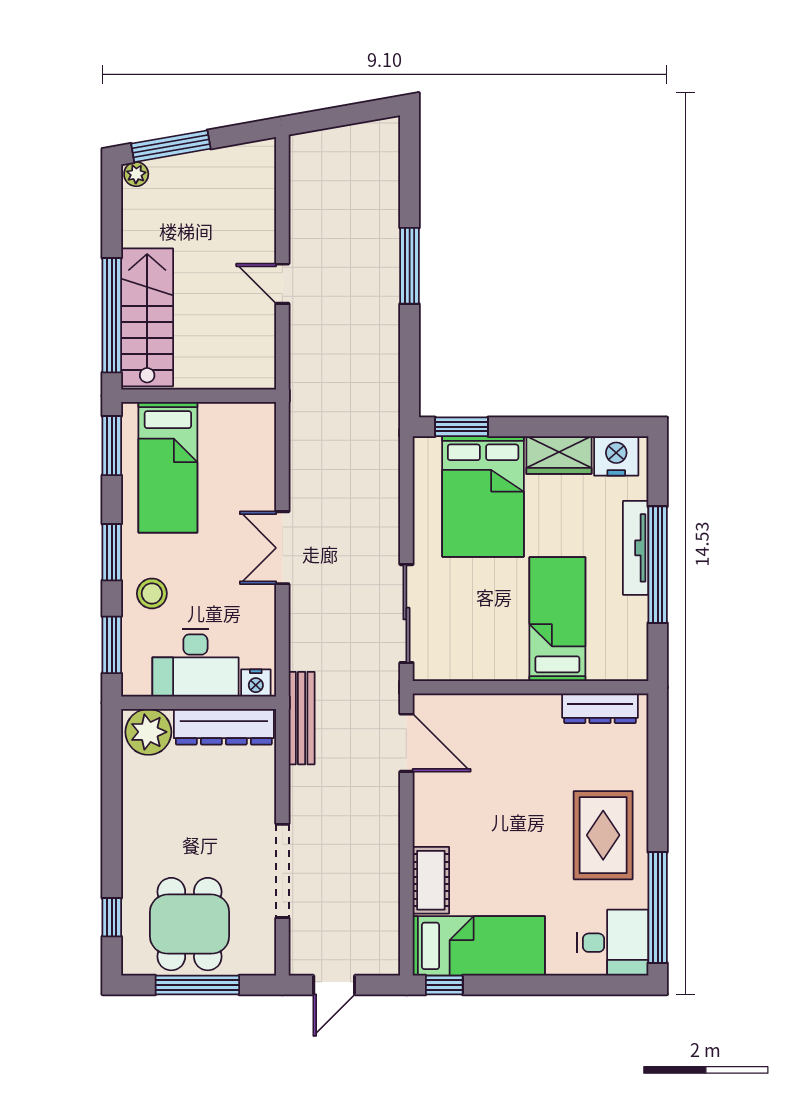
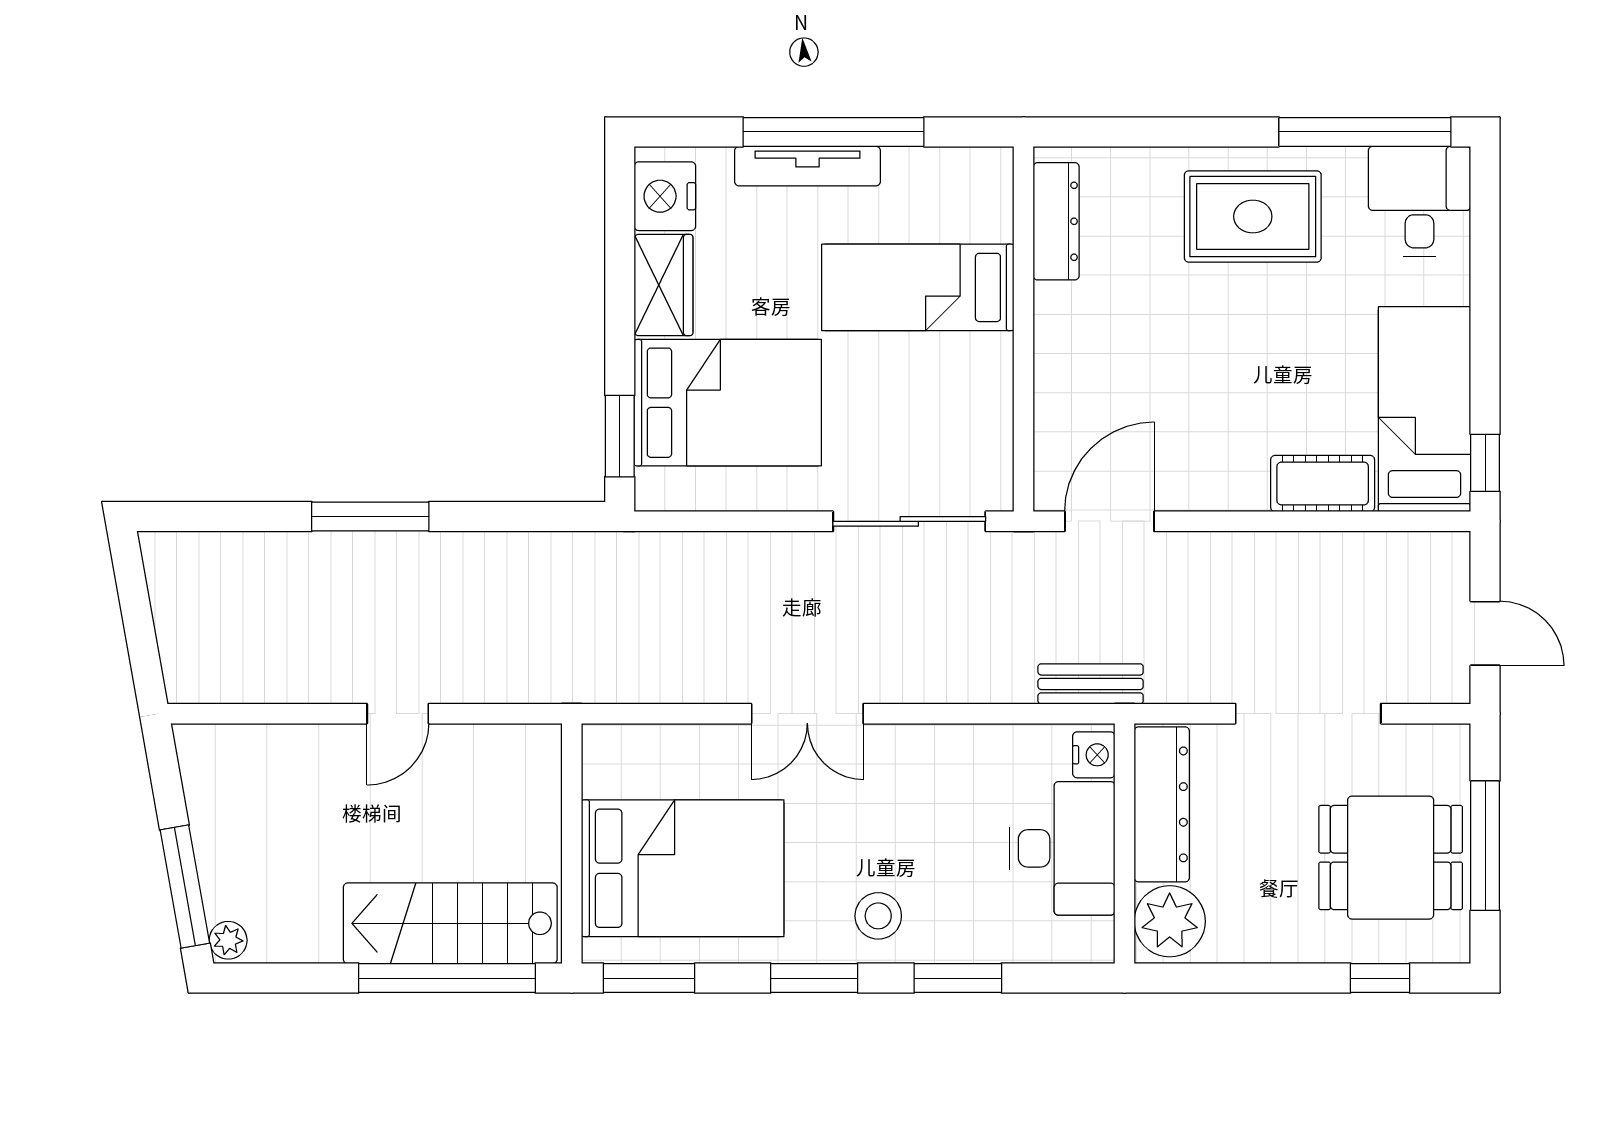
bed: (168, 467) -> (683, 868), width x1.50
desk: (195, 663) -> (1062, 848), moved
nightstand: (256, 683) -> (1094, 755), moved
wall: (199, 703) -> (1125, 843), moved
bench: (302, 718) -> (1091, 684), width x0.73
dresser: (224, 727) -> (1162, 804), moved
plant: (148, 732) -> (1170, 921), moved

